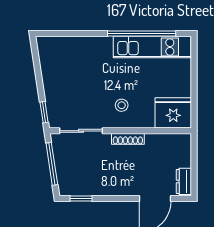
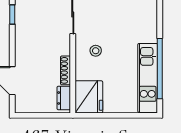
shoe rack: (128, 139) -> (66, 70), moved
dresser: (184, 181) -> (64, 98), moved, turned -90

